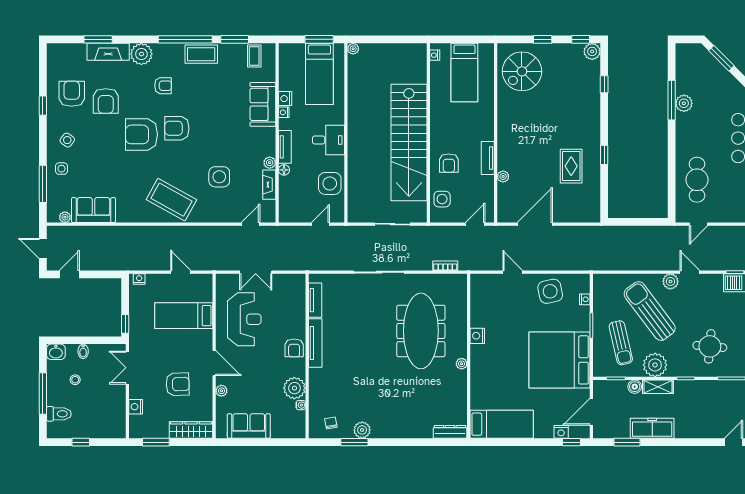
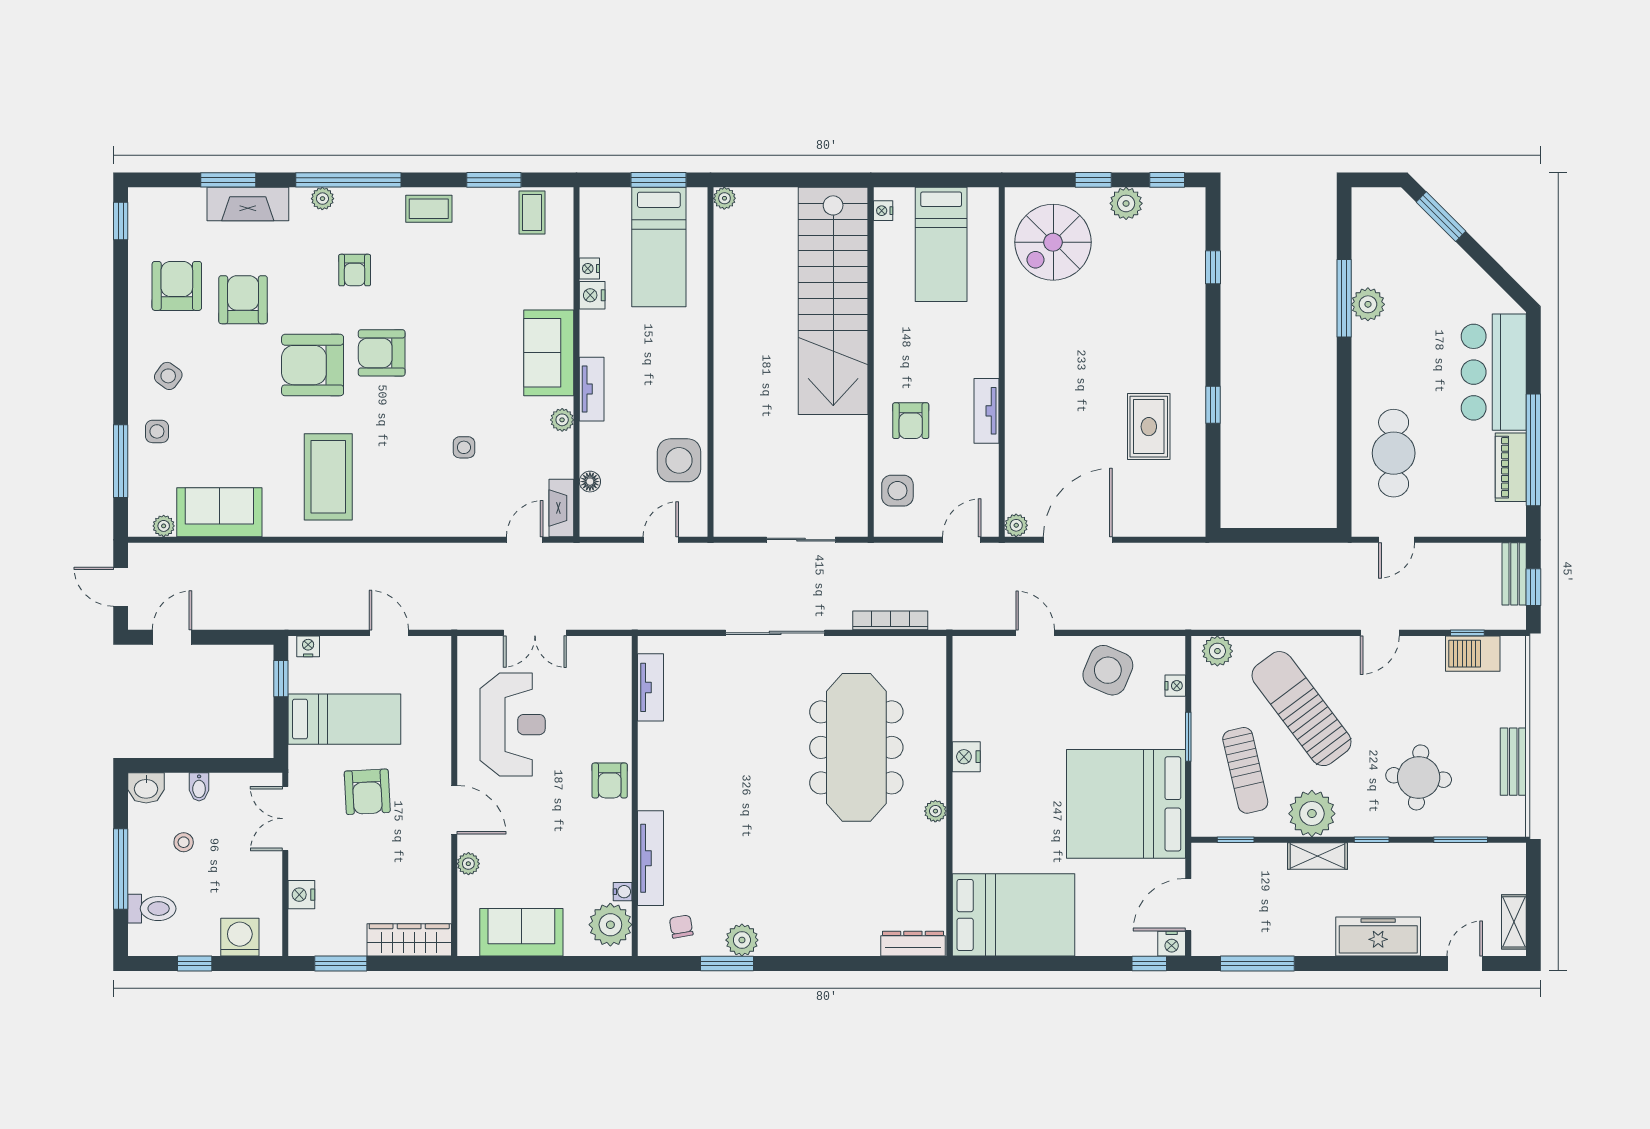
window: (185, 39) -> (348, 180), moved
plant: (592, 51) -> (1126, 203), moved
plant: (141, 54) -> (322, 199), width x0.53, depth x0.53
coffee table: (201, 54) -> (429, 209), width x0.73, depth x0.77
armchair: (163, 86) -> (355, 270), turned 90
armchair: (106, 101) -> (243, 300), turned 180
sofa: (263, 104) -> (549, 353), moved
window: (43, 106) -> (121, 221), moved
nightstand: (284, 112) -> (589, 268), moved
desk: (328, 140) -> (677, 376), removed
stairs: (409, 143) -> (833, 301), moved
floor lamp: (284, 170) -> (590, 482), moved
side table: (219, 177) -> (464, 447), width x0.54, depth x0.54
plant: (503, 177) -> (1016, 525), moved
fireplace: (269, 185) -> (561, 508), moved
coffee table: (171, 200) -> (328, 477), moved, turned 61
bookcase: (445, 266) -> (890, 620), width x1.56
door: (690, 272) -> (1380, 633), swing flipped
plant: (670, 281) -> (1217, 651), moved
side table: (550, 291) -> (1108, 670), turned 35
bed: (184, 316) -> (344, 719), moved, turned 180
window: (125, 324) -> (281, 679), moved
tv unit: (315, 343) -> (651, 858), moved
armchair: (178, 384) -> (367, 792), moved, turned 89
boiler: (635, 387) -> (1272, 856), removed
plant: (294, 388) -> (610, 925), moved
bed: (502, 424) -> (1013, 915), width x1.50
freezer: (652, 428) -> (1378, 937), moved
washing machine: (104, 429) -> (240, 937), added
nightstand: (561, 432) -> (1172, 944), moved
window: (627, 442) -> (1257, 963), width x1.44

